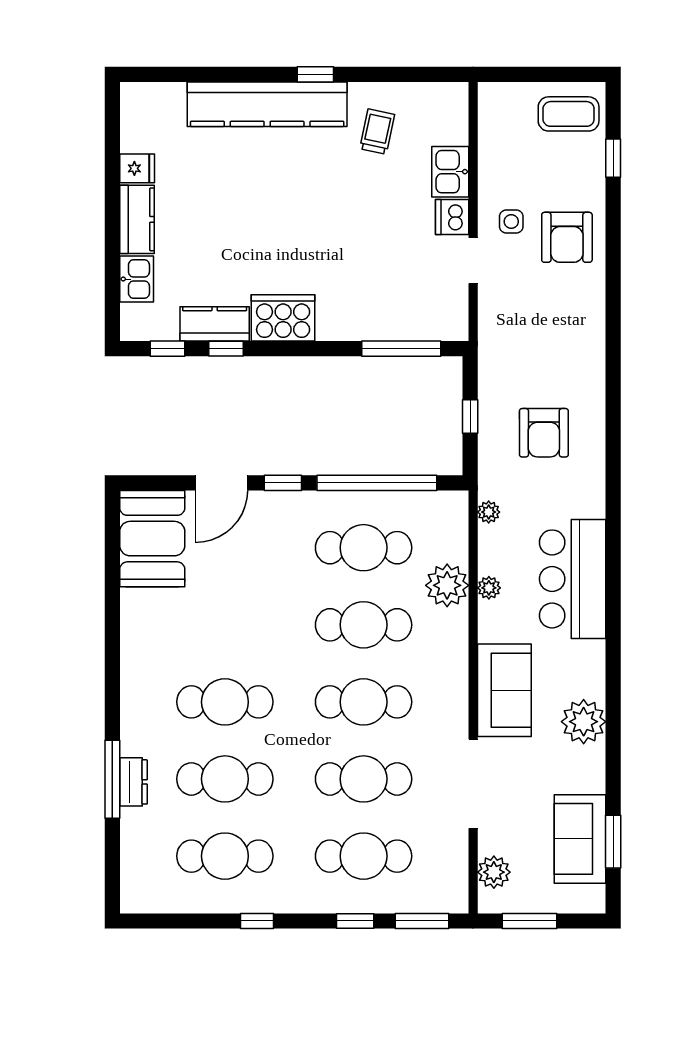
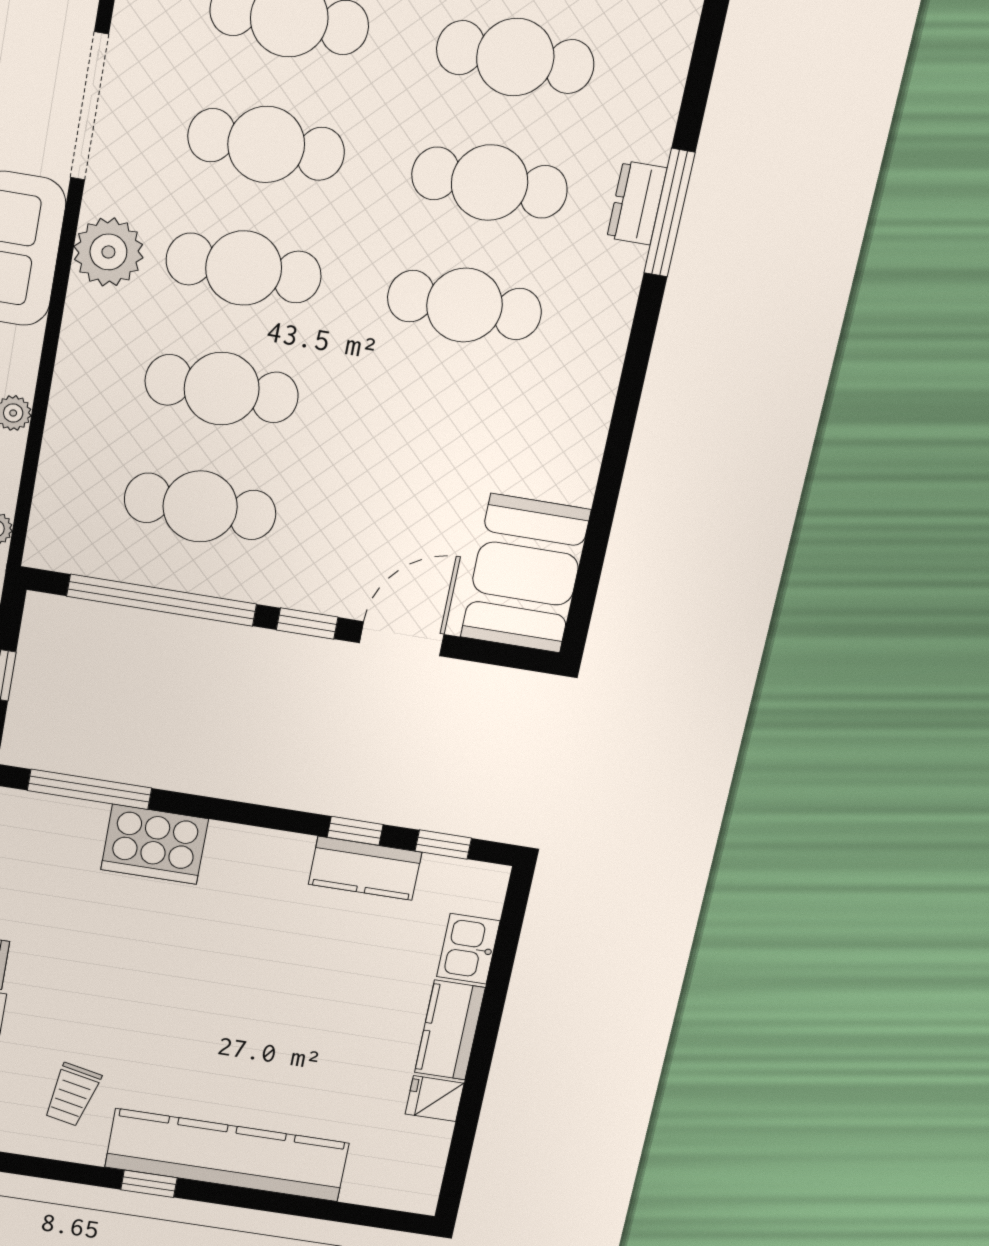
cooker: (283, 318) -> (155, 844), moved
plant: (447, 585) -> (108, 252), moved

